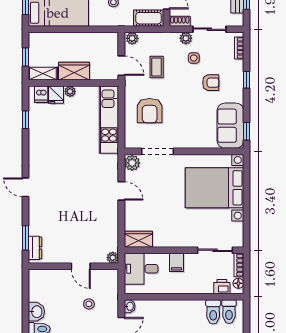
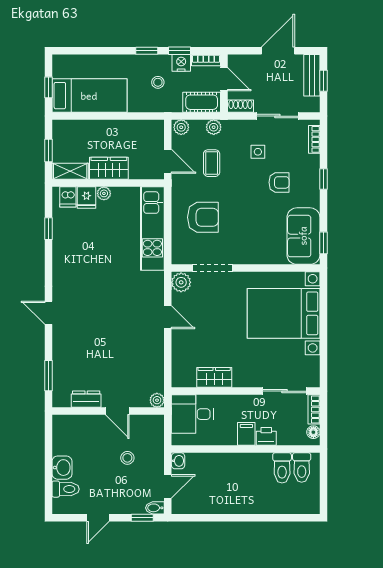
plant: (186, 38) -> (214, 127), moved
armchair: (150, 111) -> (203, 217), turned -90
wardrobe: (138, 239) -> (214, 377), moved
dresser: (35, 248) -> (86, 399), moved, turned -90
filing cabinet: (176, 262) -> (246, 434), moved, turned 180
printer: (222, 287) -> (266, 436), moved

